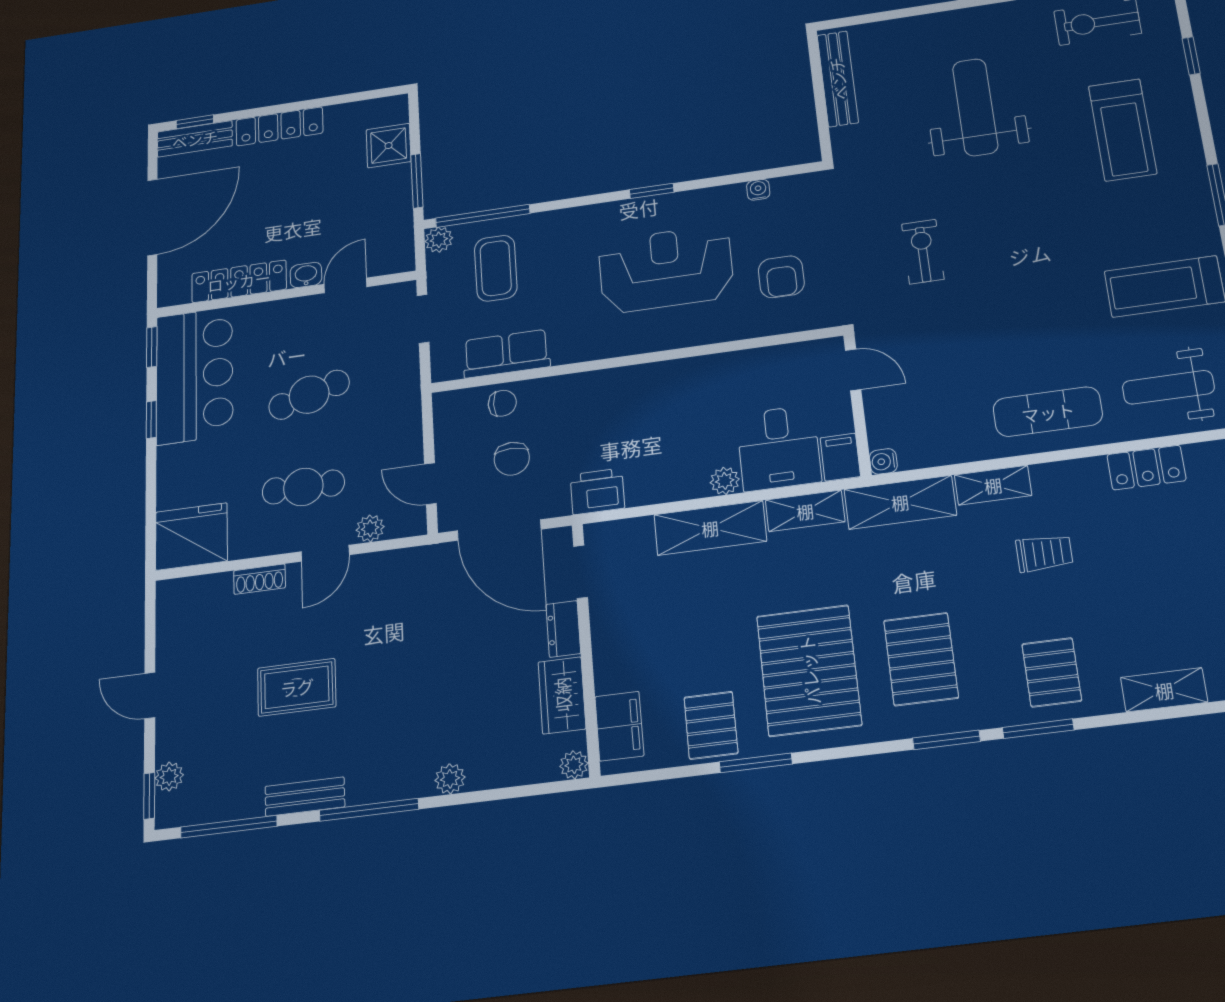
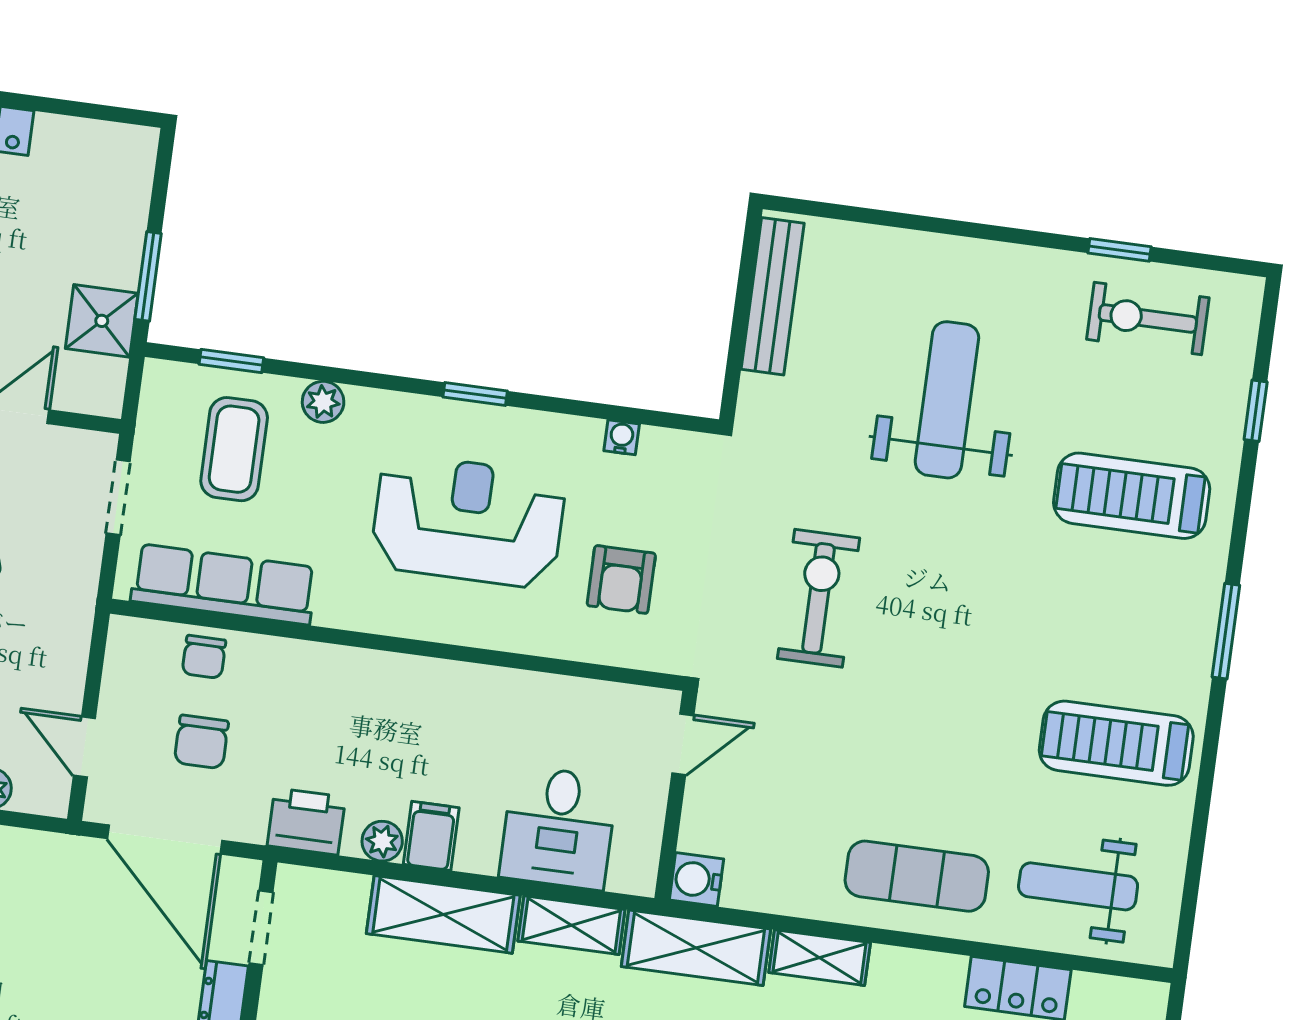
treadmill: (1122, 130) -> (1132, 496), turned 90
shower: (389, 146) -> (102, 321), moved
window: (483, 216) -> (231, 361), width x0.46
plant: (439, 240) -> (323, 402), moved
exercise bike: (923, 252) -> (818, 598), width x1.38, depth x1.39
row of seats: (506, 354) -> (224, 584), width x1.48
door: (853, 370) -> (683, 744), hinge flipped
chair: (502, 403) -> (204, 657), turned 90
filing cabinet: (840, 457) -> (431, 836), moved
water cooler: (883, 461) -> (696, 879), width x1.38, depth x1.38
plant: (725, 481) -> (382, 841), moved

